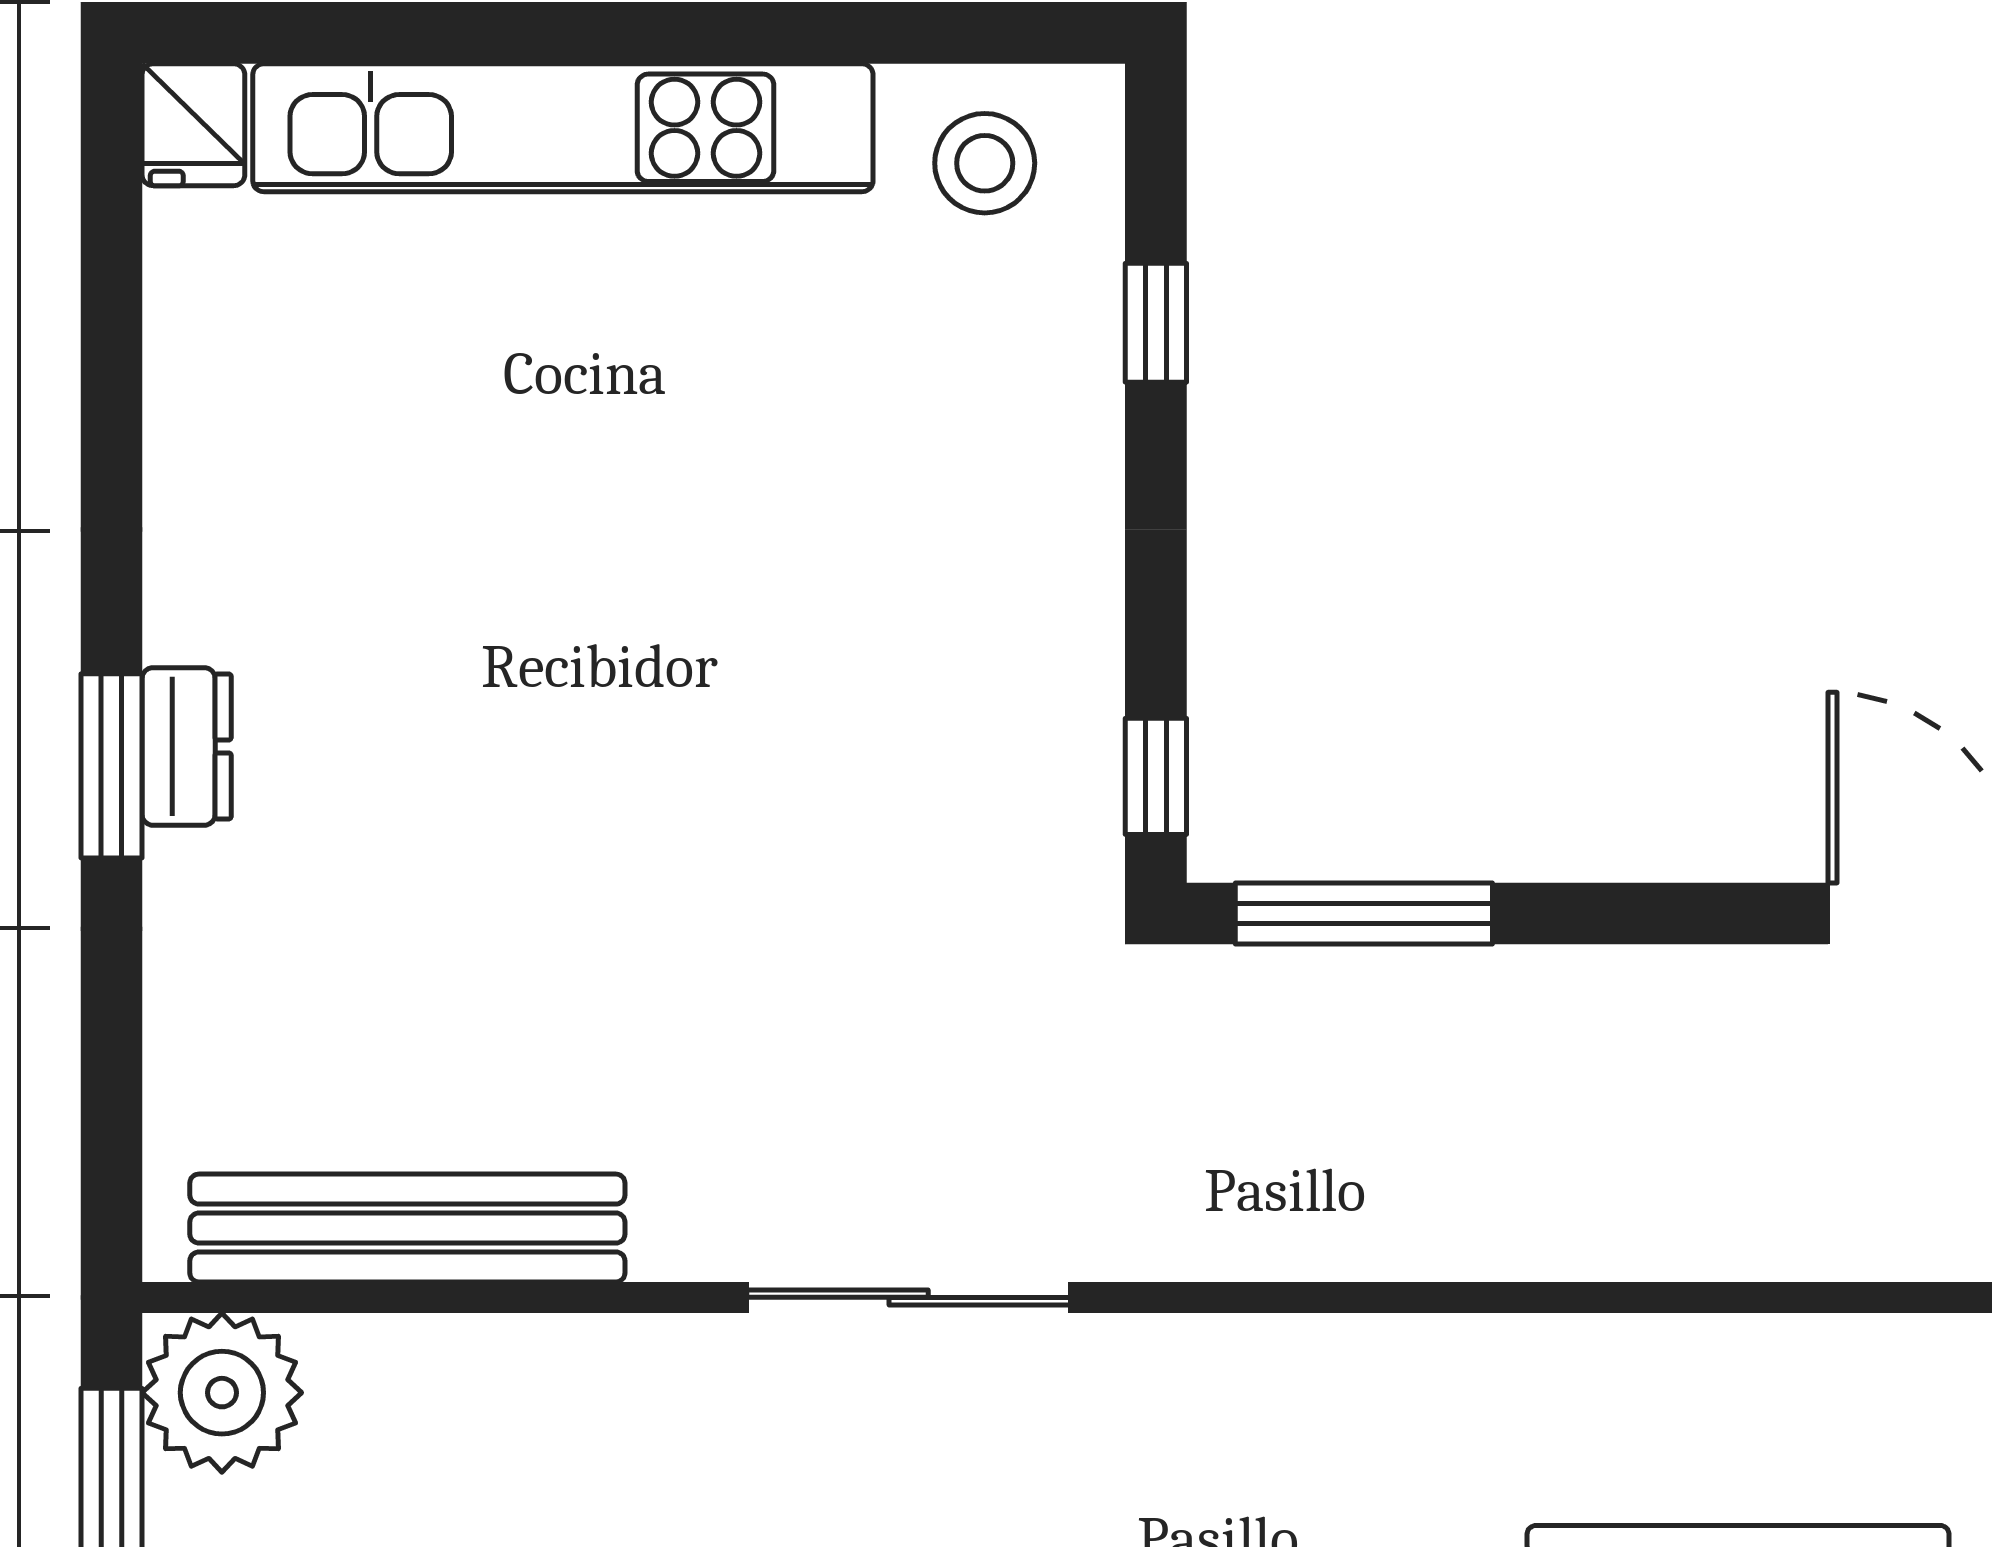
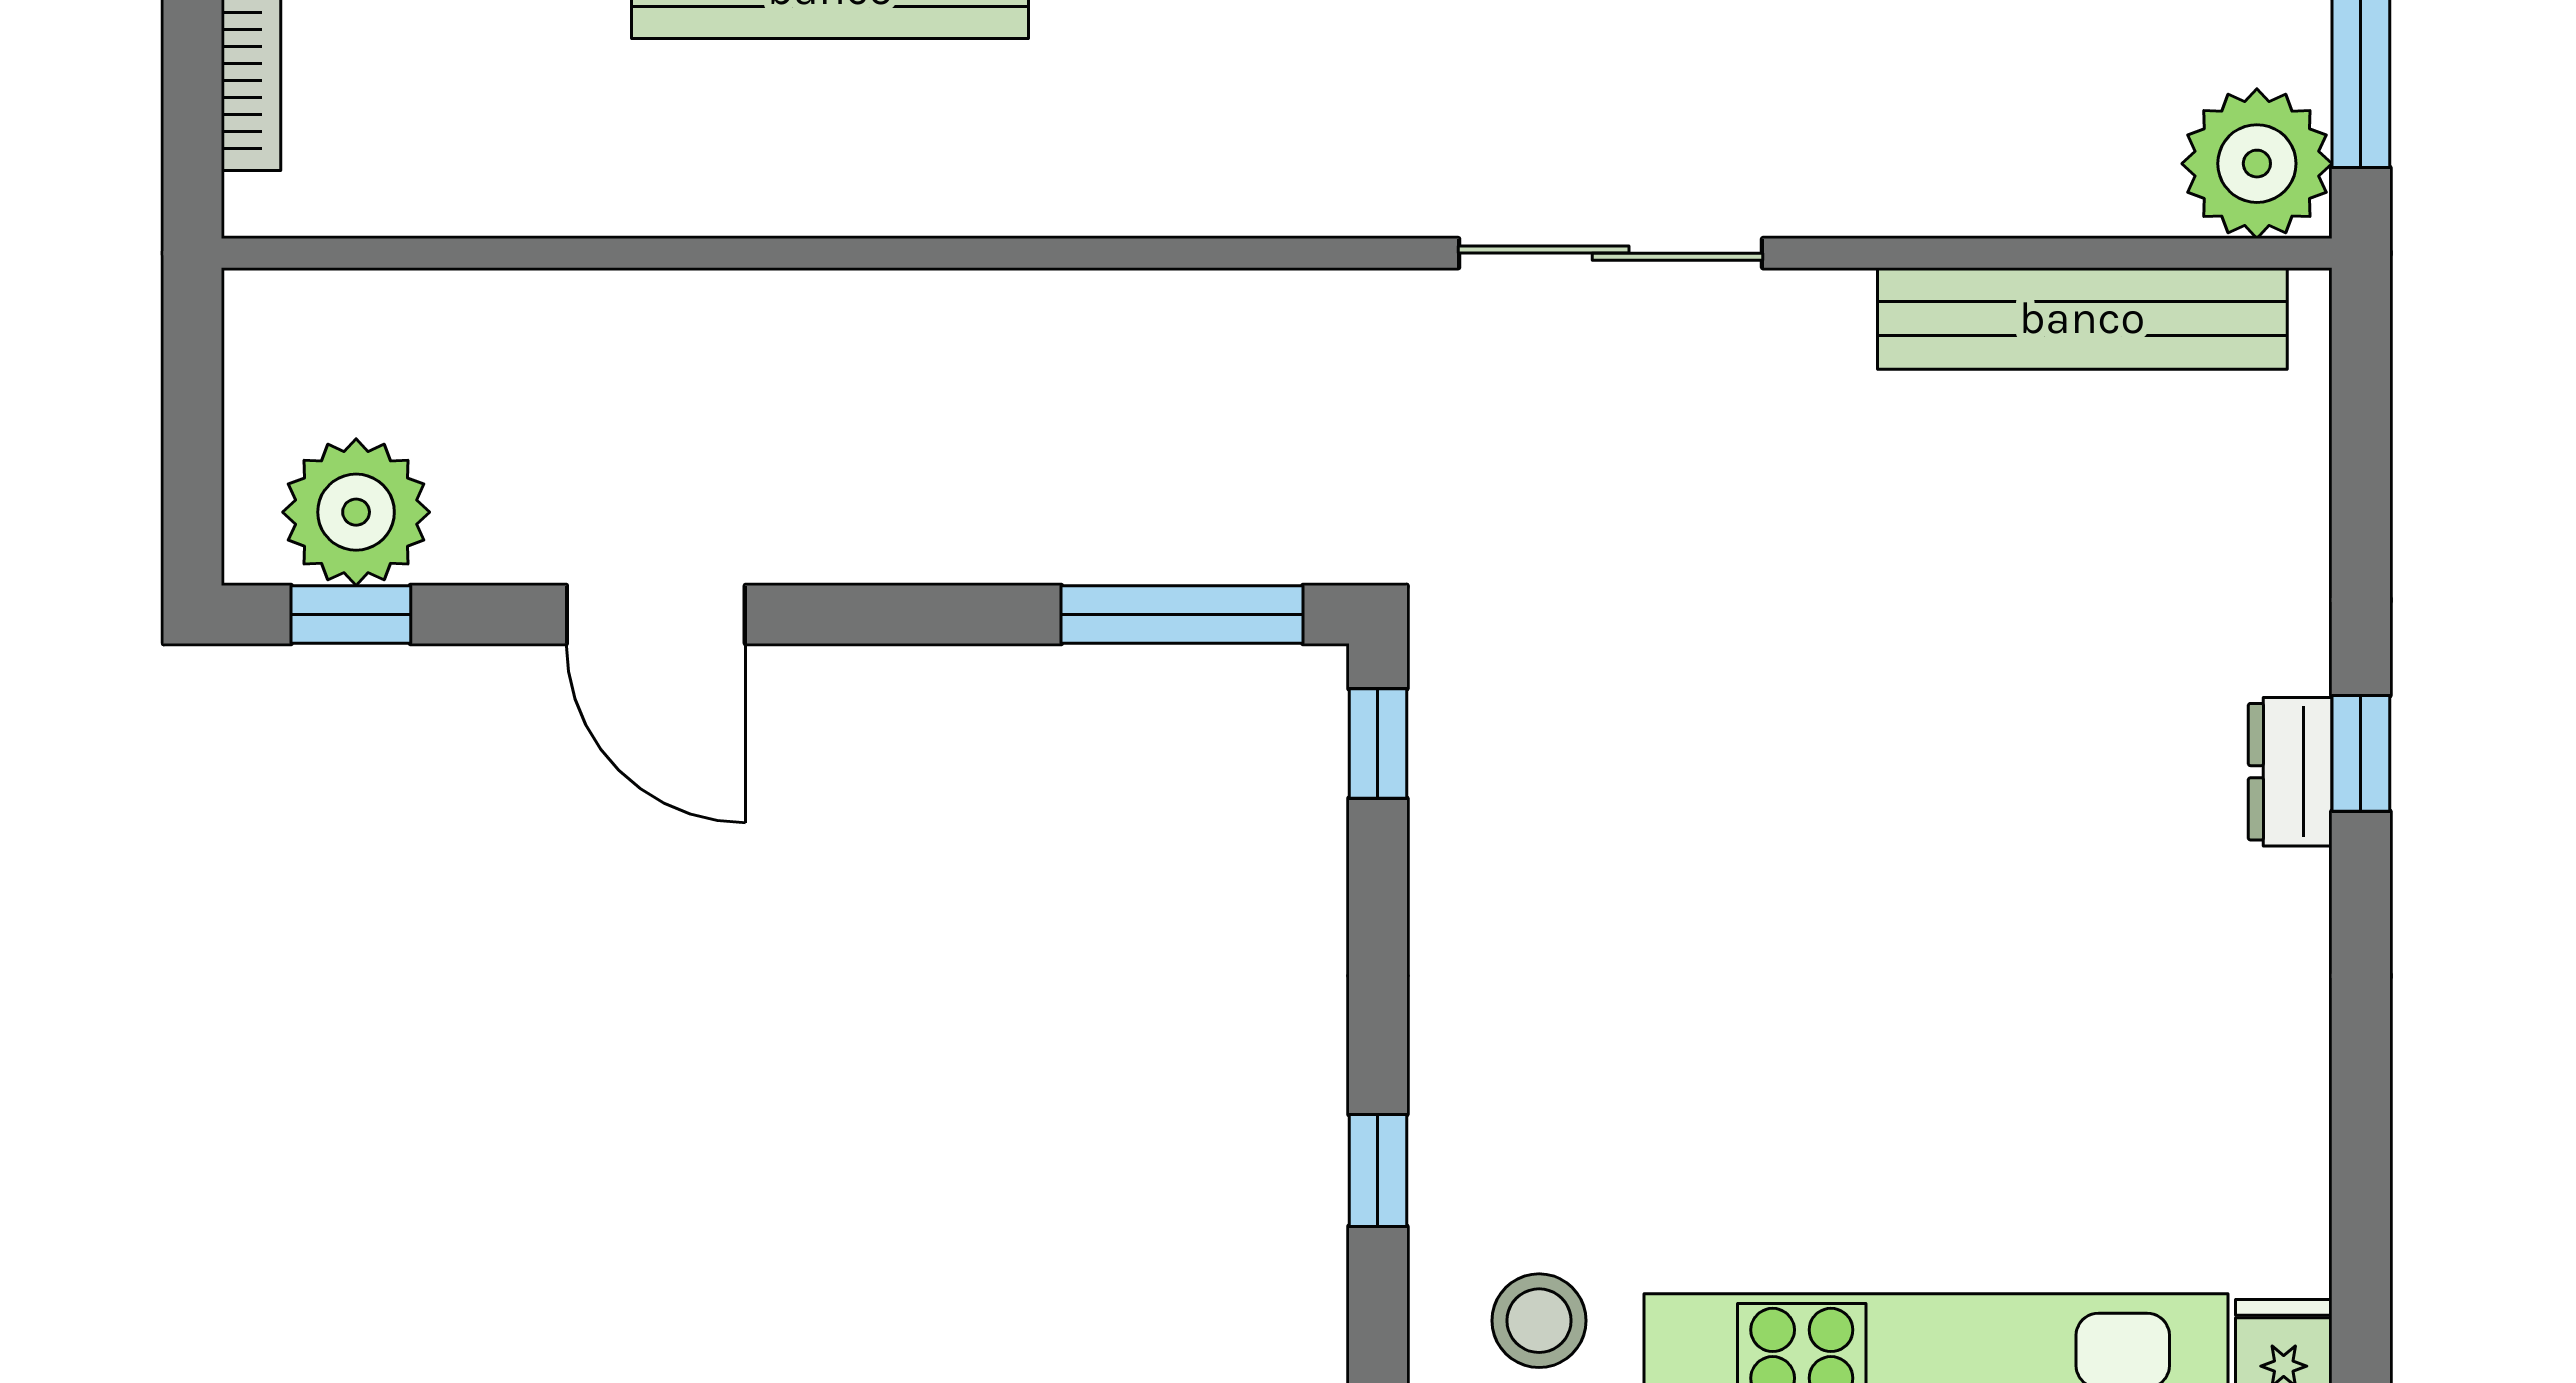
window: (111, 766) -> (2361, 753), width x0.67

